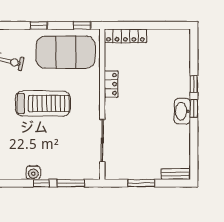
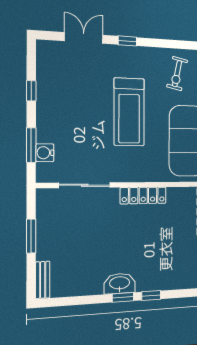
locker: (111, 84) -> (143, 195), width x1.53
water cooler: (33, 173) -> (45, 153), moved
window: (41, 183) -> (31, 91), moved

